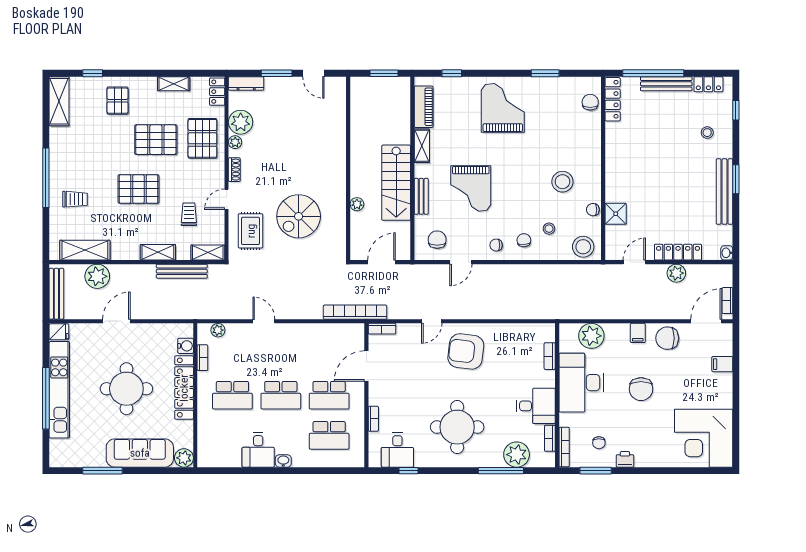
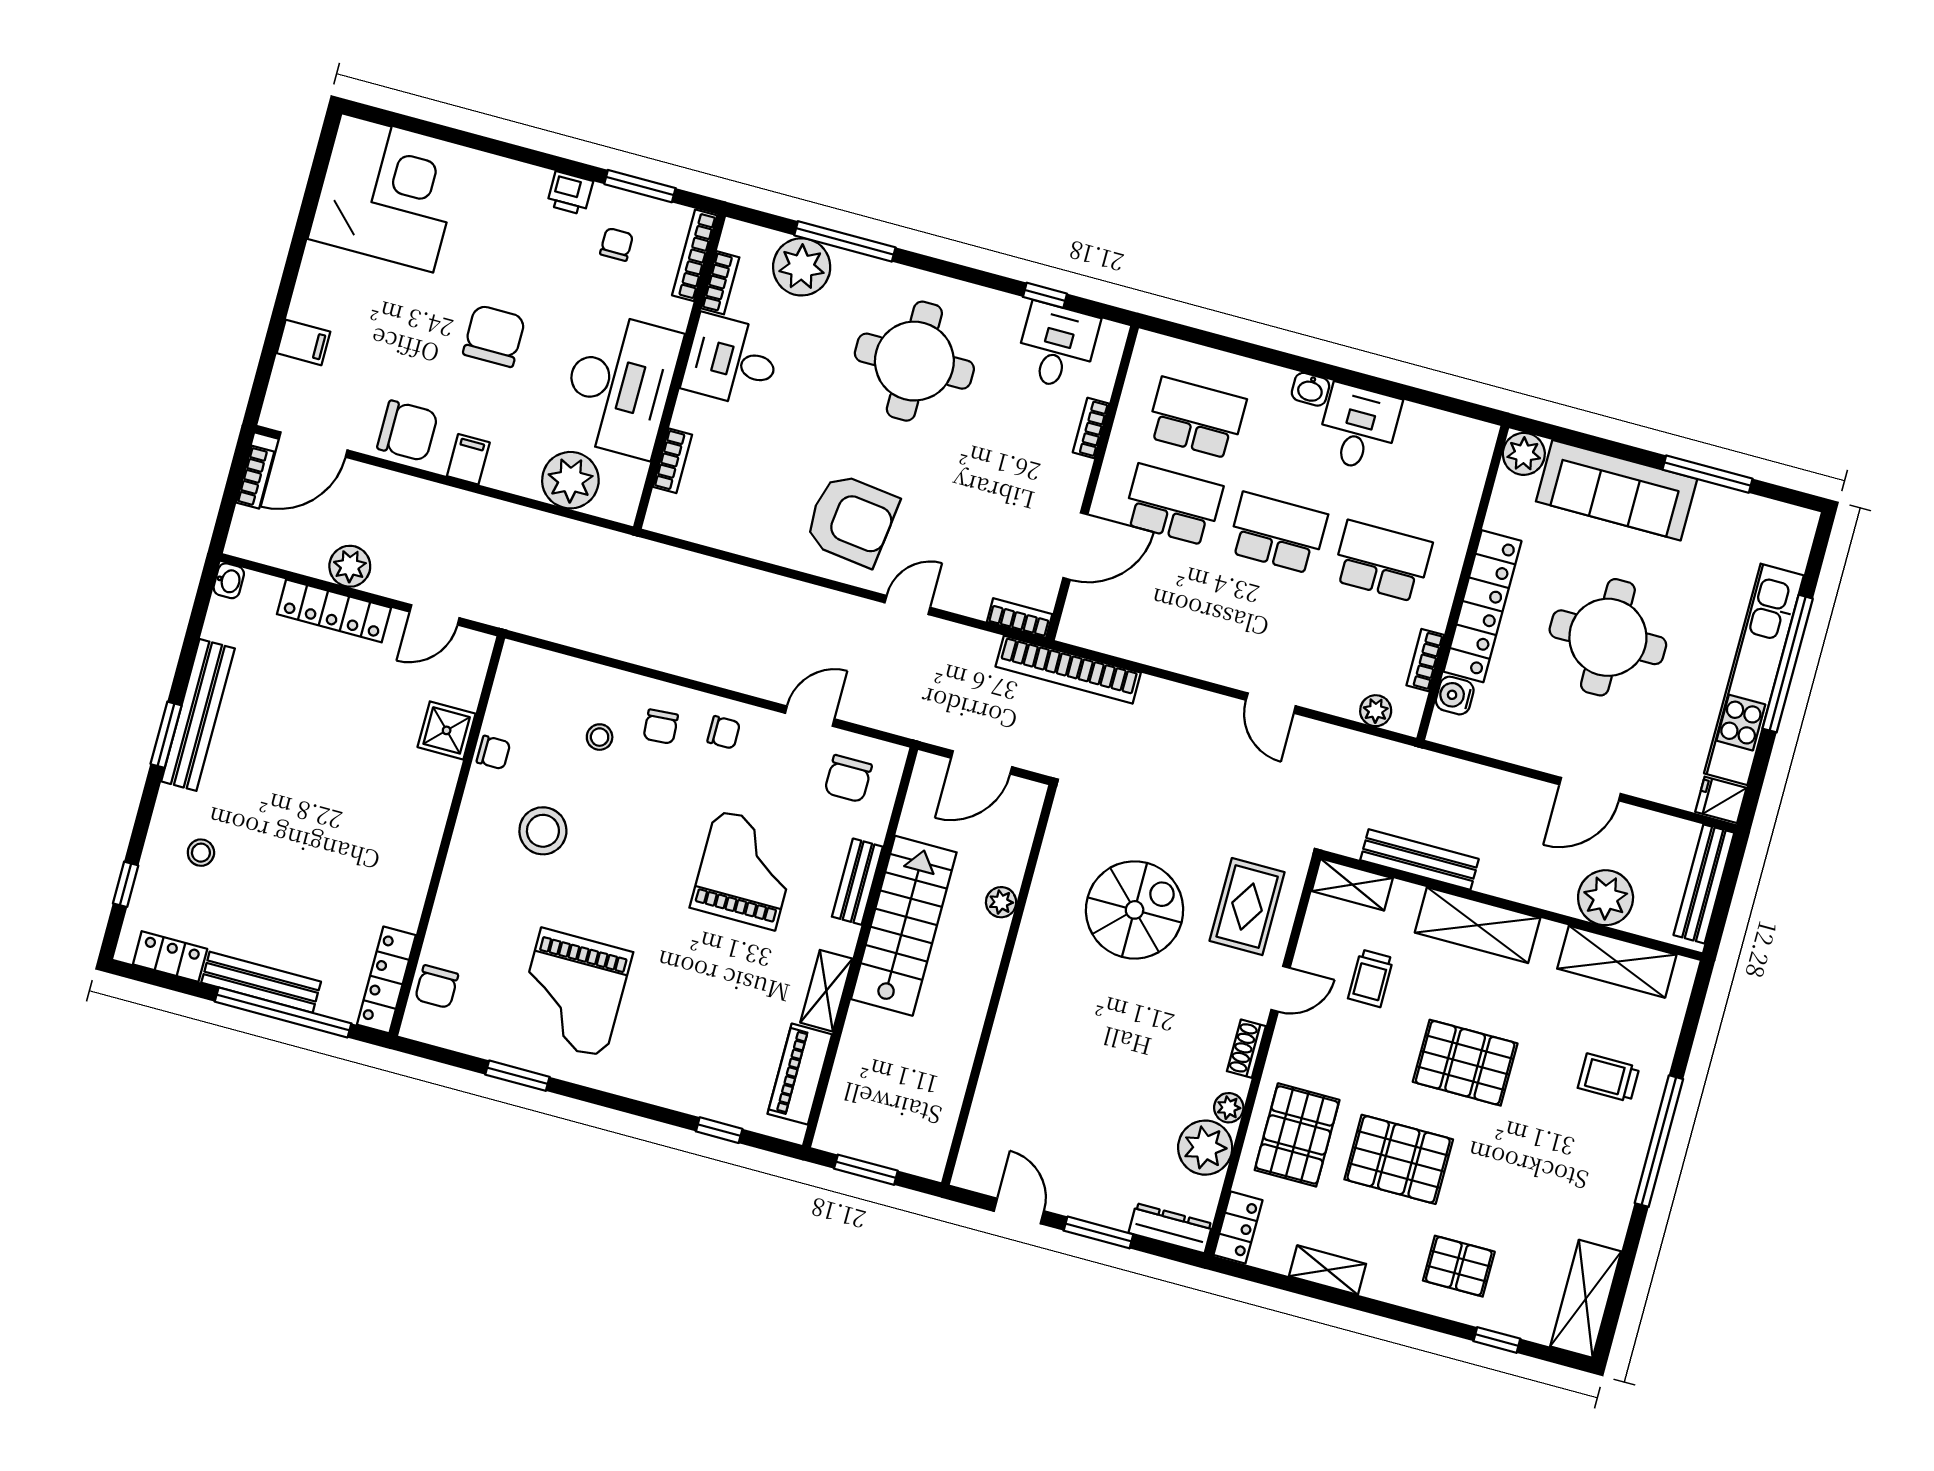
pallet: (118, 101) -> (1459, 1266), turned 90
grand piano: (503, 108) -> (573, 993), moved
stool: (583, 247) -> (536, 678), removed
shelving: (158, 252) -> (1477, 925), width x1.50, depth x1.33

